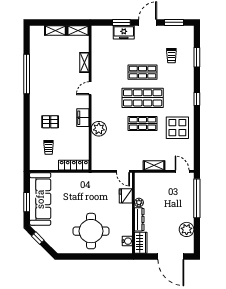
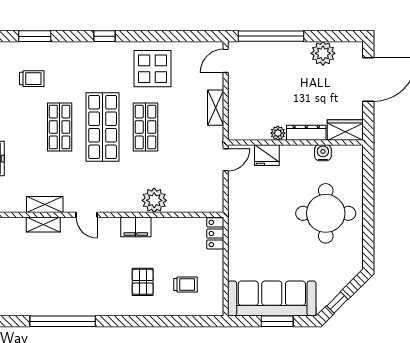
shelving: (96, 63) -> (45, 205), added
locker: (74, 165) -> (215, 233), width x0.66
water cooler: (127, 241) -> (323, 153), moved

